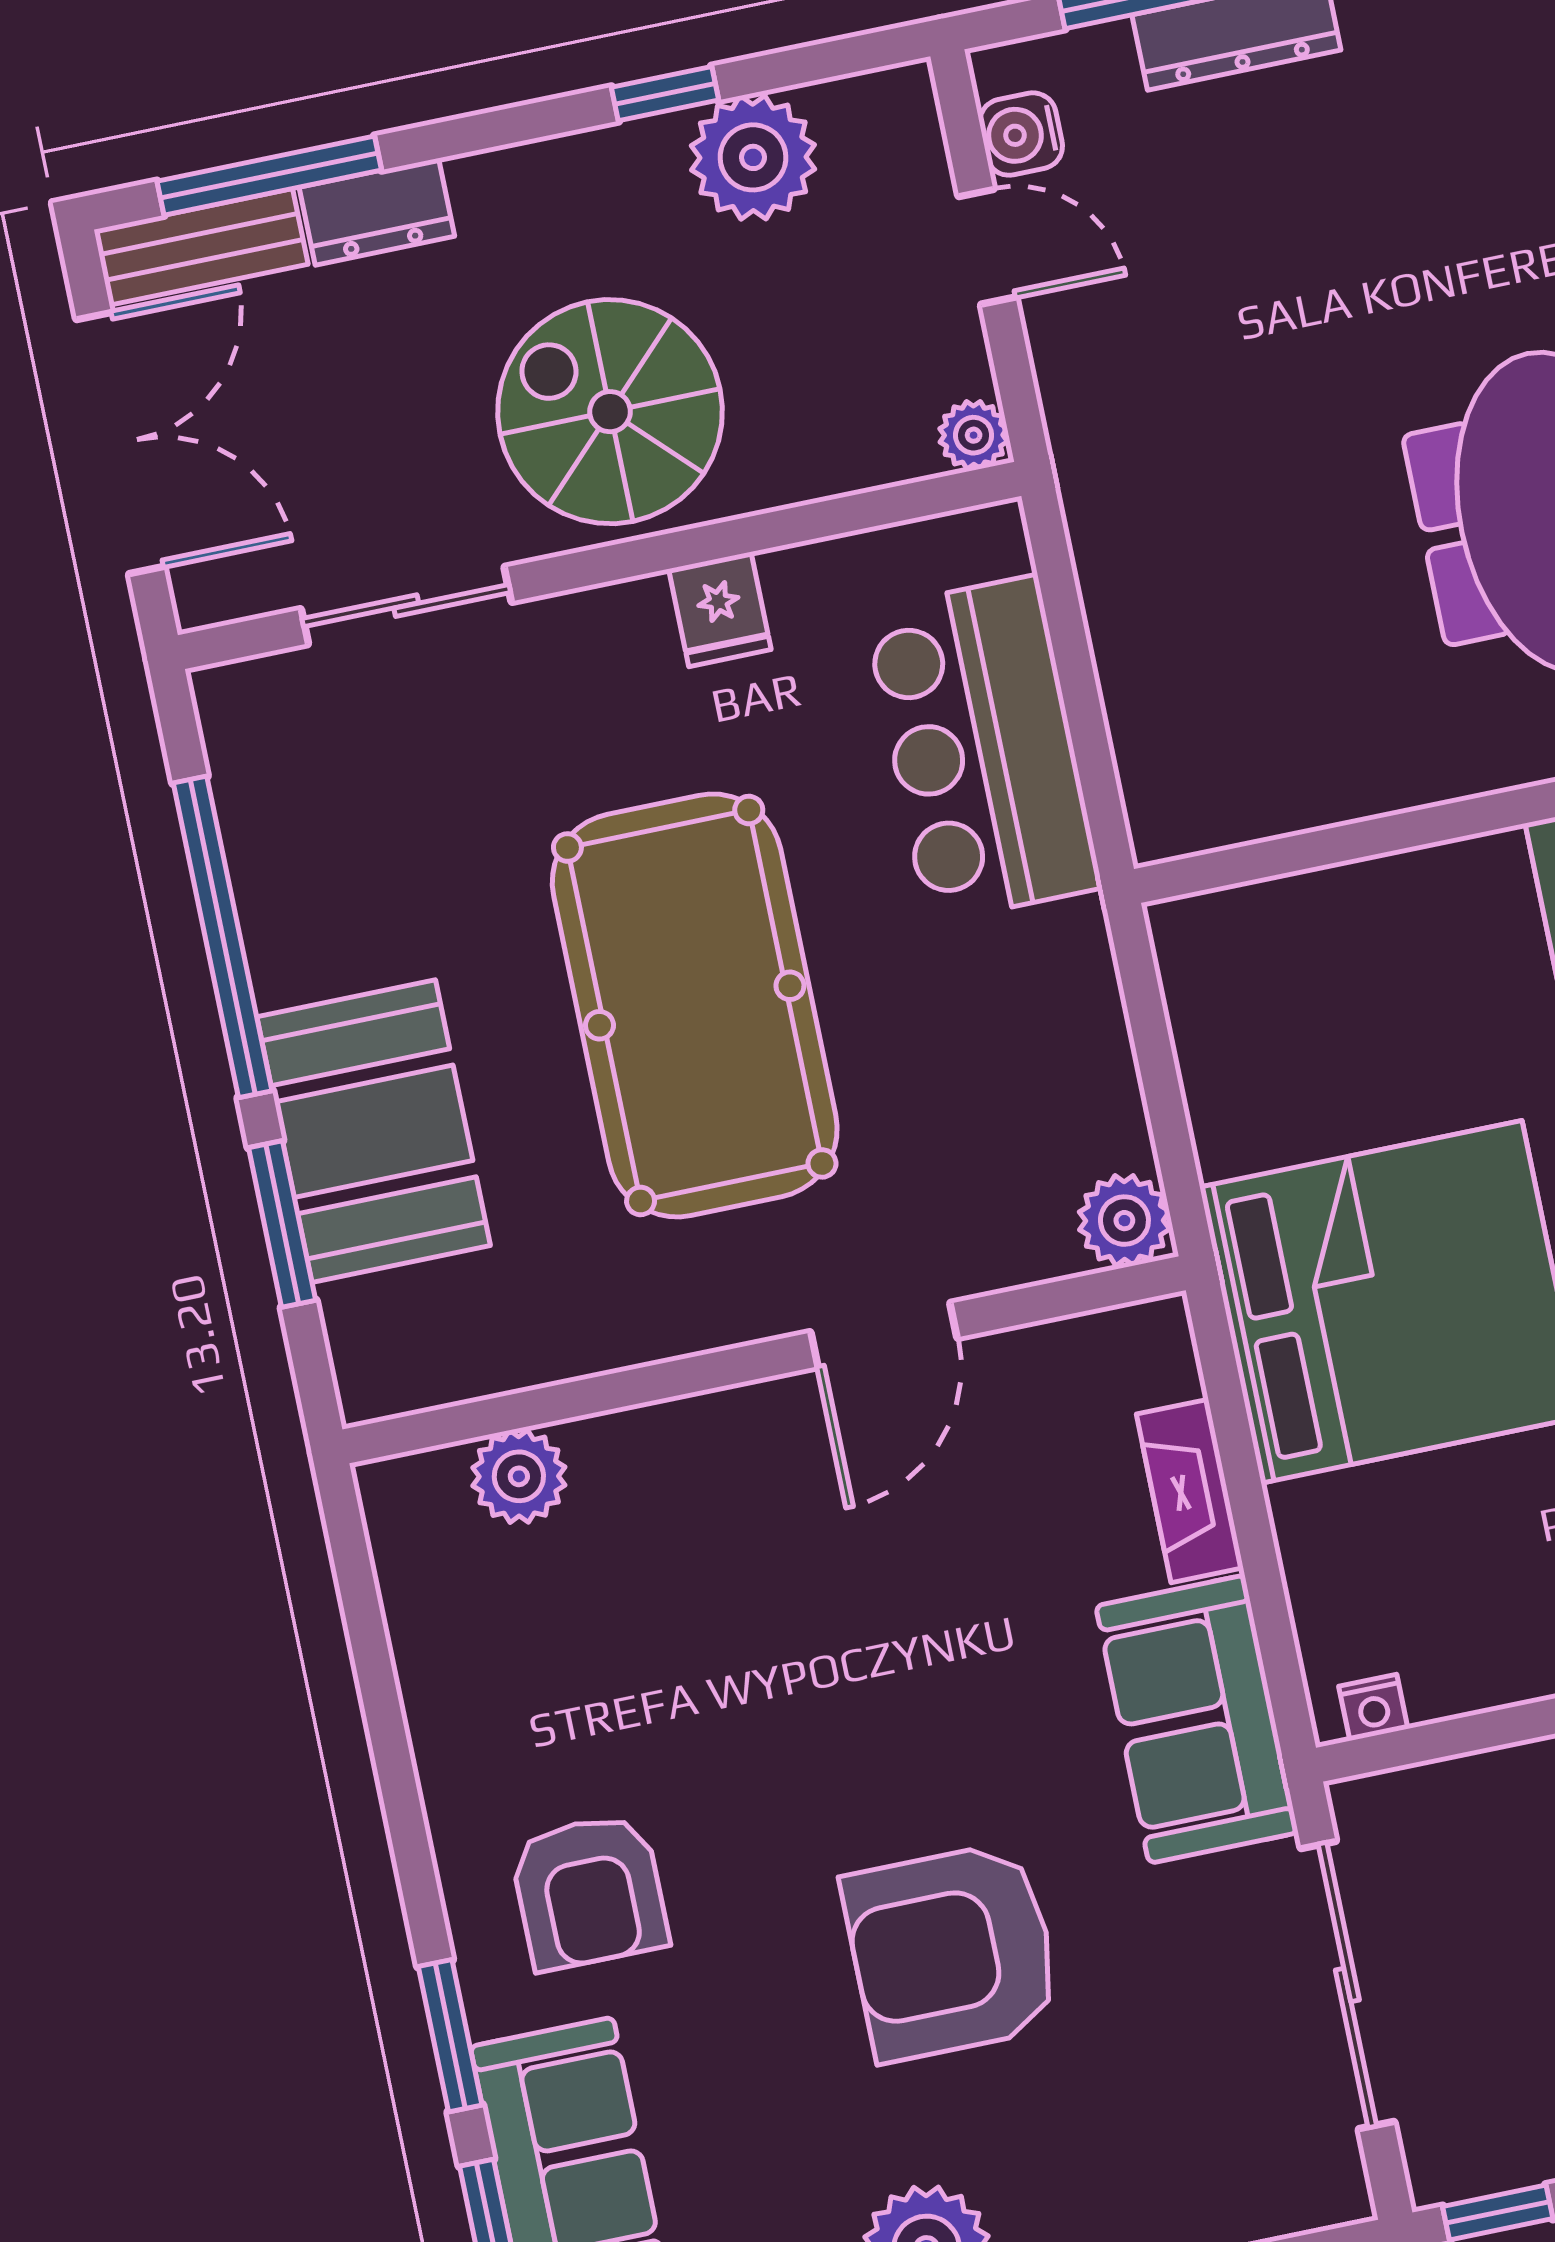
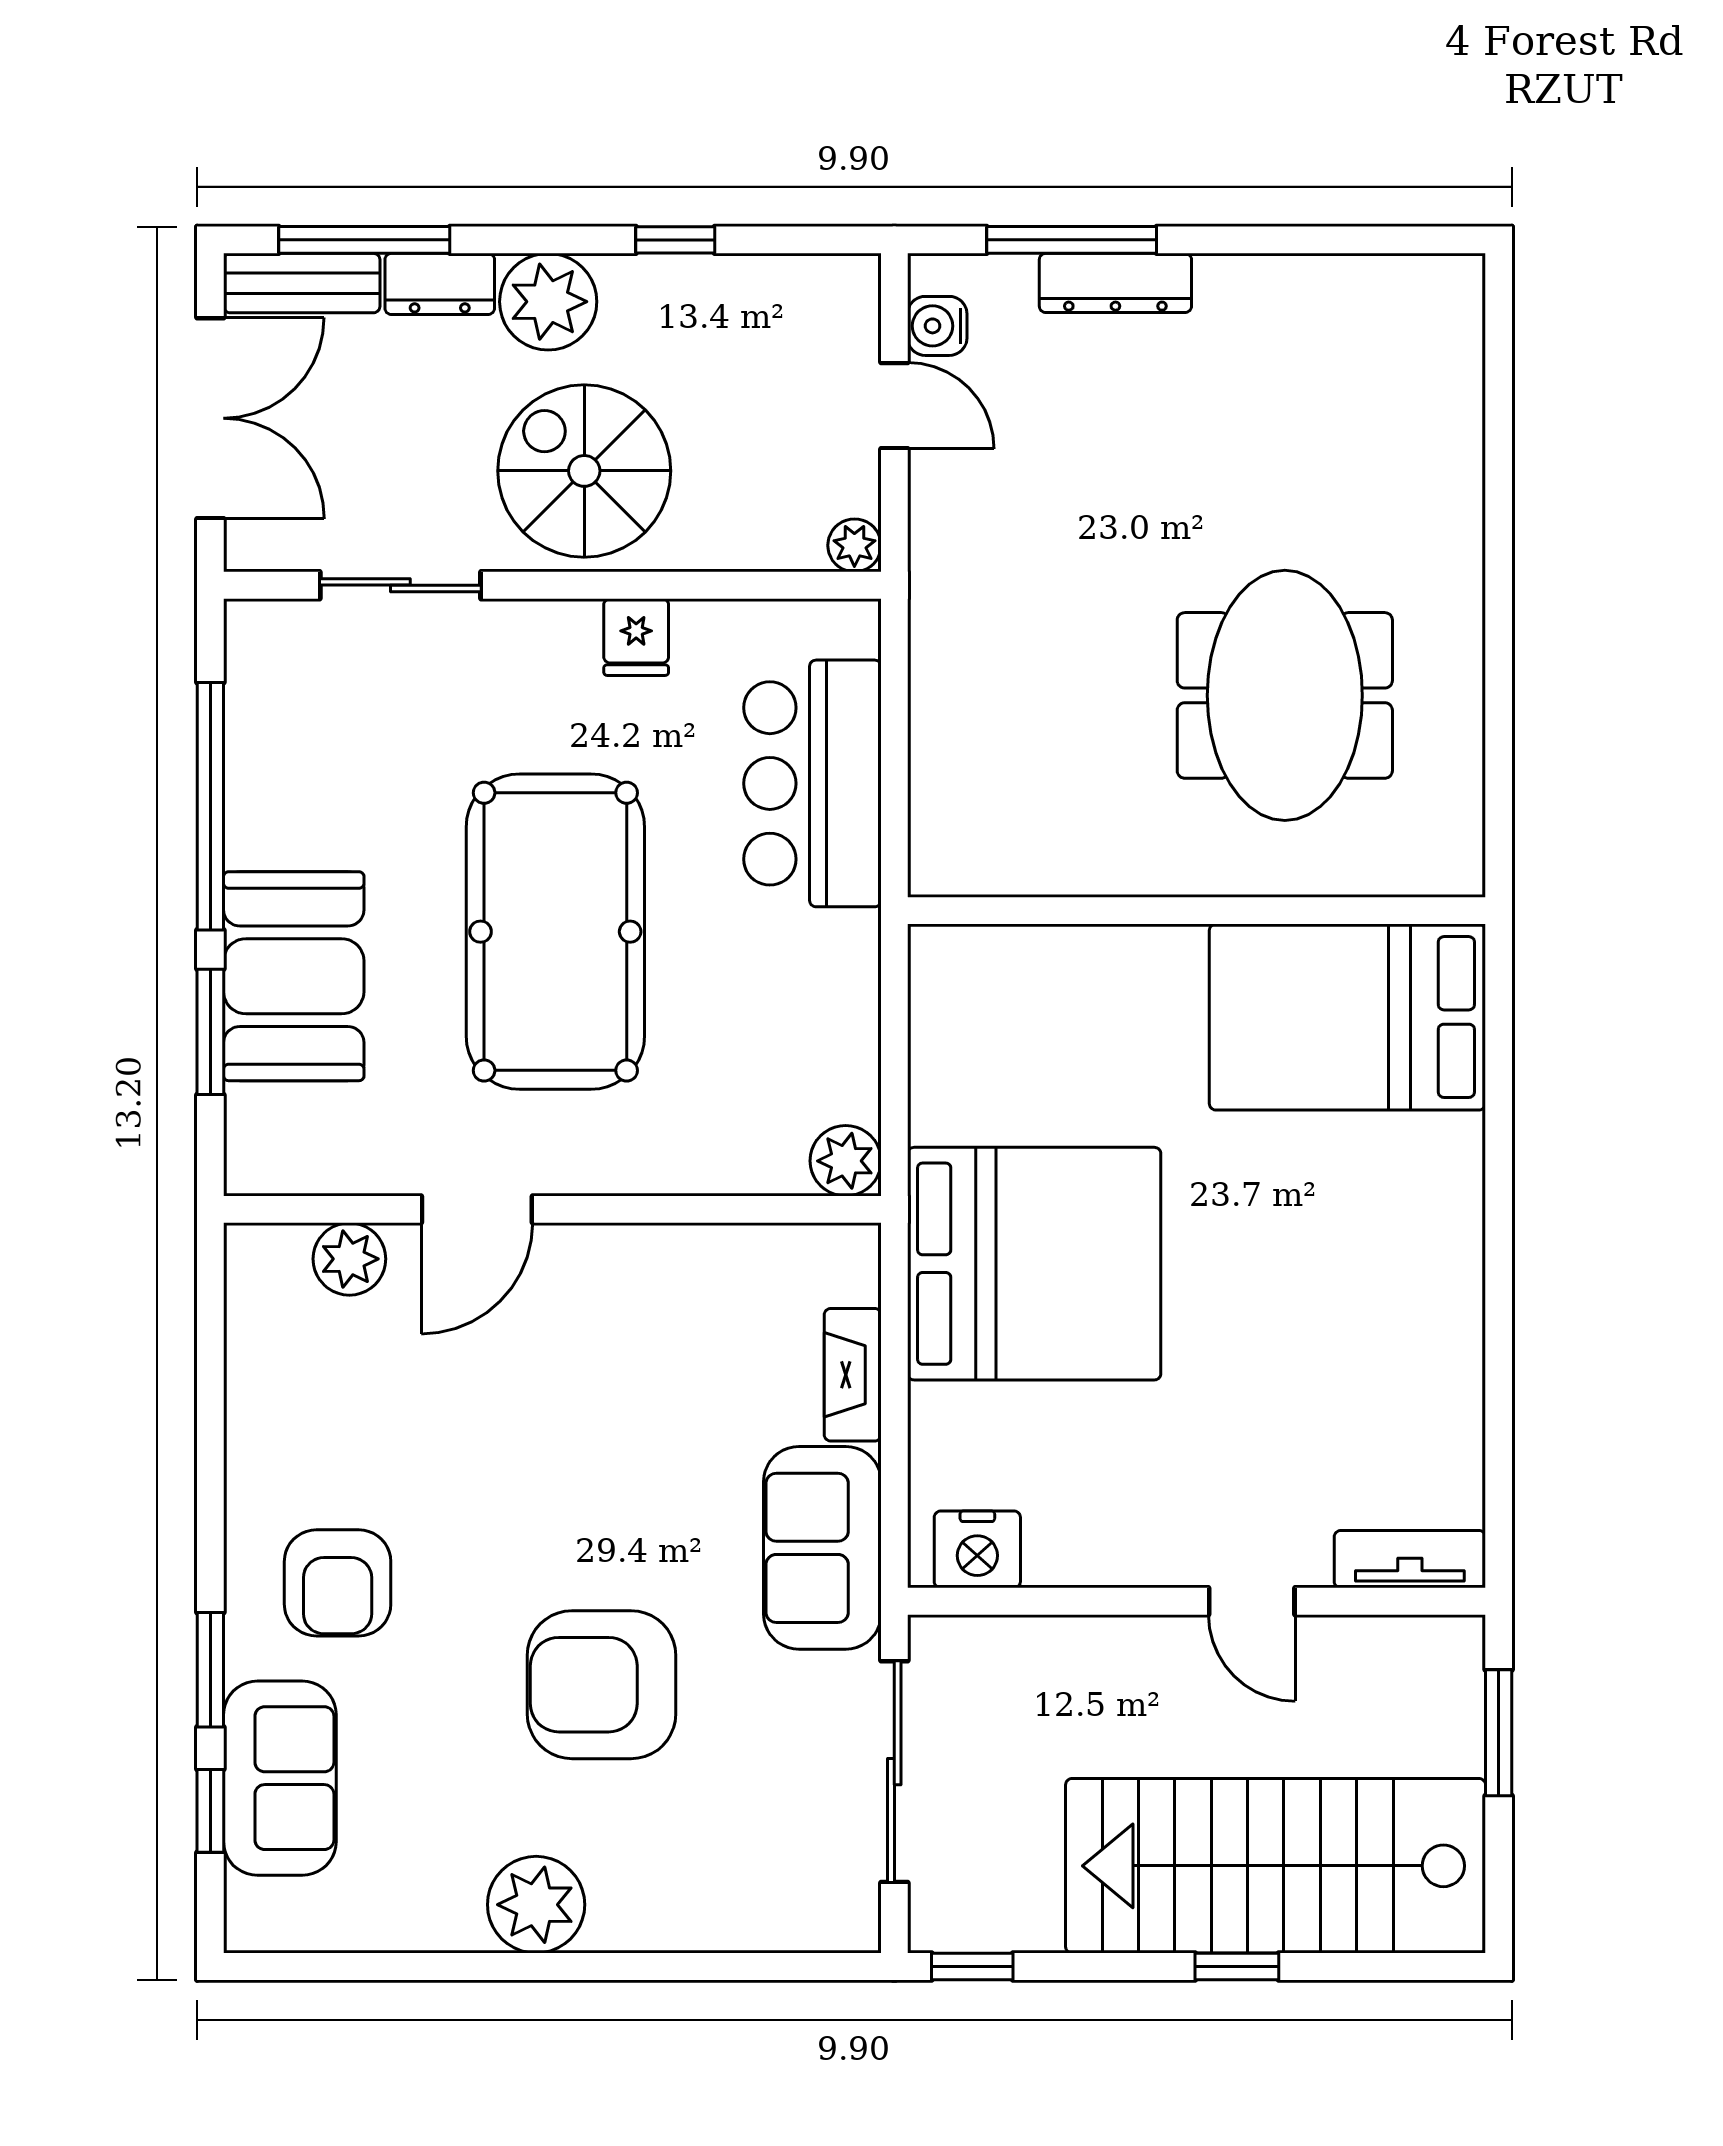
plant: (753, 157) -> (548, 302), moved
door: (884, 1335) -> (477, 1209), moved
nightstand: (1373, 1707) -> (977, 1549), width x1.89, depth x1.79

